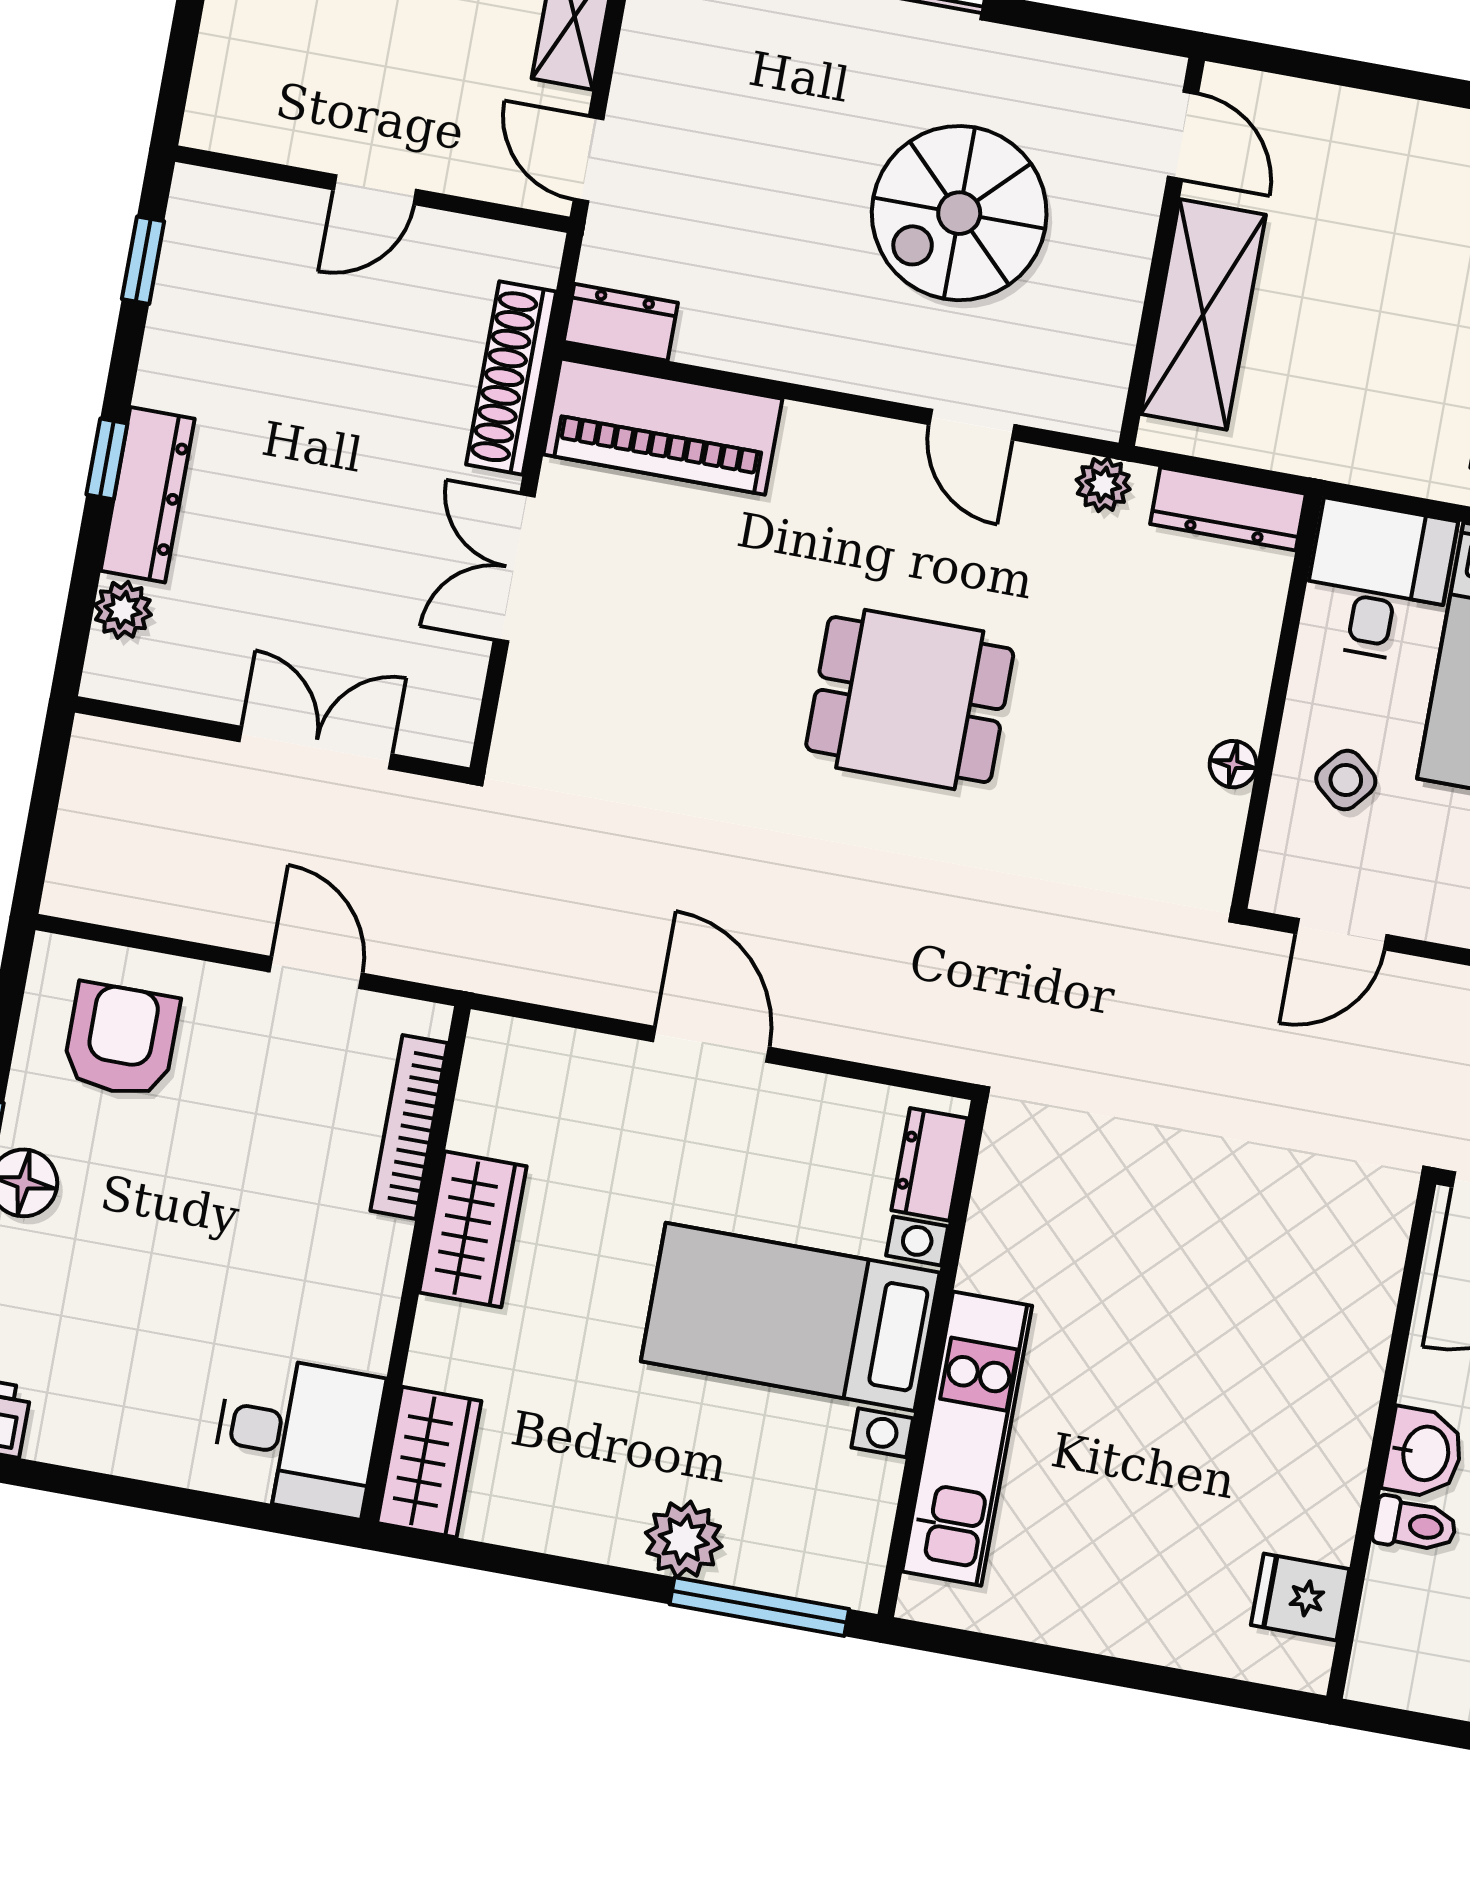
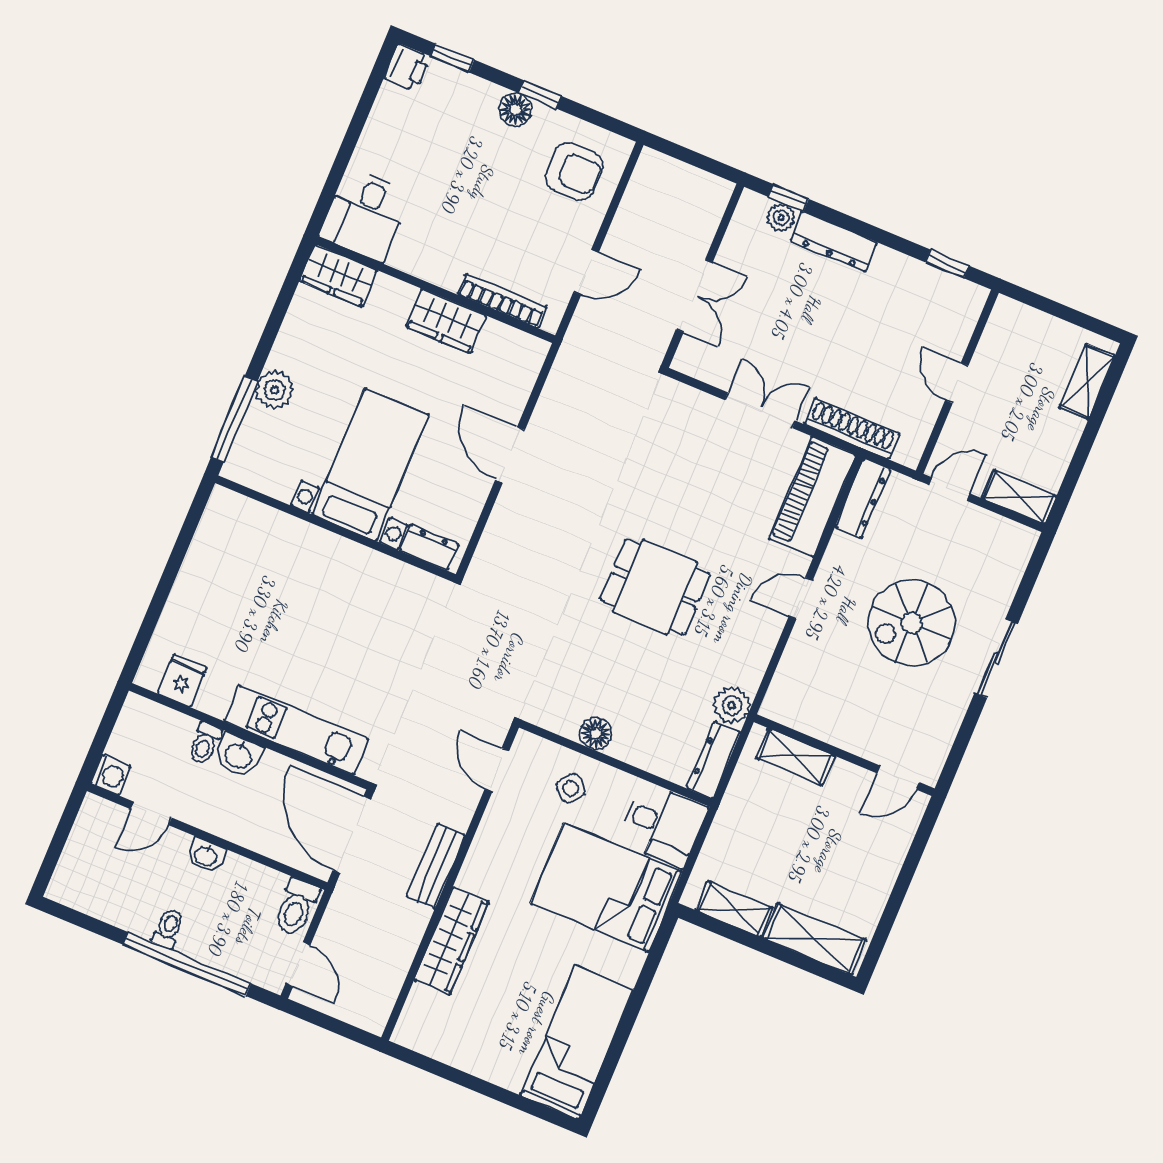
spiral stairs: (959, 213) -> (912, 623), moved, turned -90
shelving: (1203, 314) -> (795, 757), width x0.67, depth x0.75
dresser: (621, 322) -> (863, 498), width x1.44
door: (972, 425) -> (801, 598), moved
window: (107, 459) -> (788, 198), moved
plant: (1103, 485) -> (732, 705), width x1.38, depth x1.38
dining table: (910, 700) -> (655, 587), turned 90
floor lamp: (1233, 764) -> (596, 733), width x1.37, depth x1.37
door: (711, 1044) -> (510, 455), swing flipped
kitchen unit: (967, 1439) -> (296, 730), moved, turned 180

